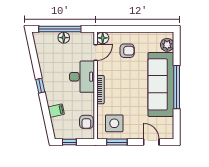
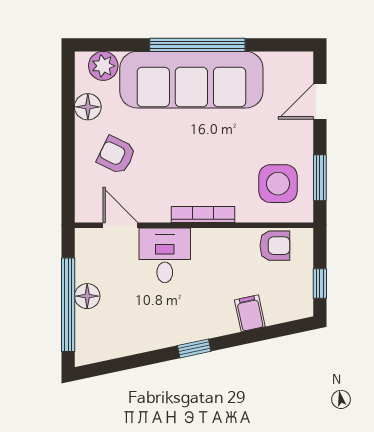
floor lamp: (103, 38) -> (88, 107), moved
armchair: (127, 51) -> (116, 155), turned -64
desk: (82, 77) -> (165, 255), width x0.73

